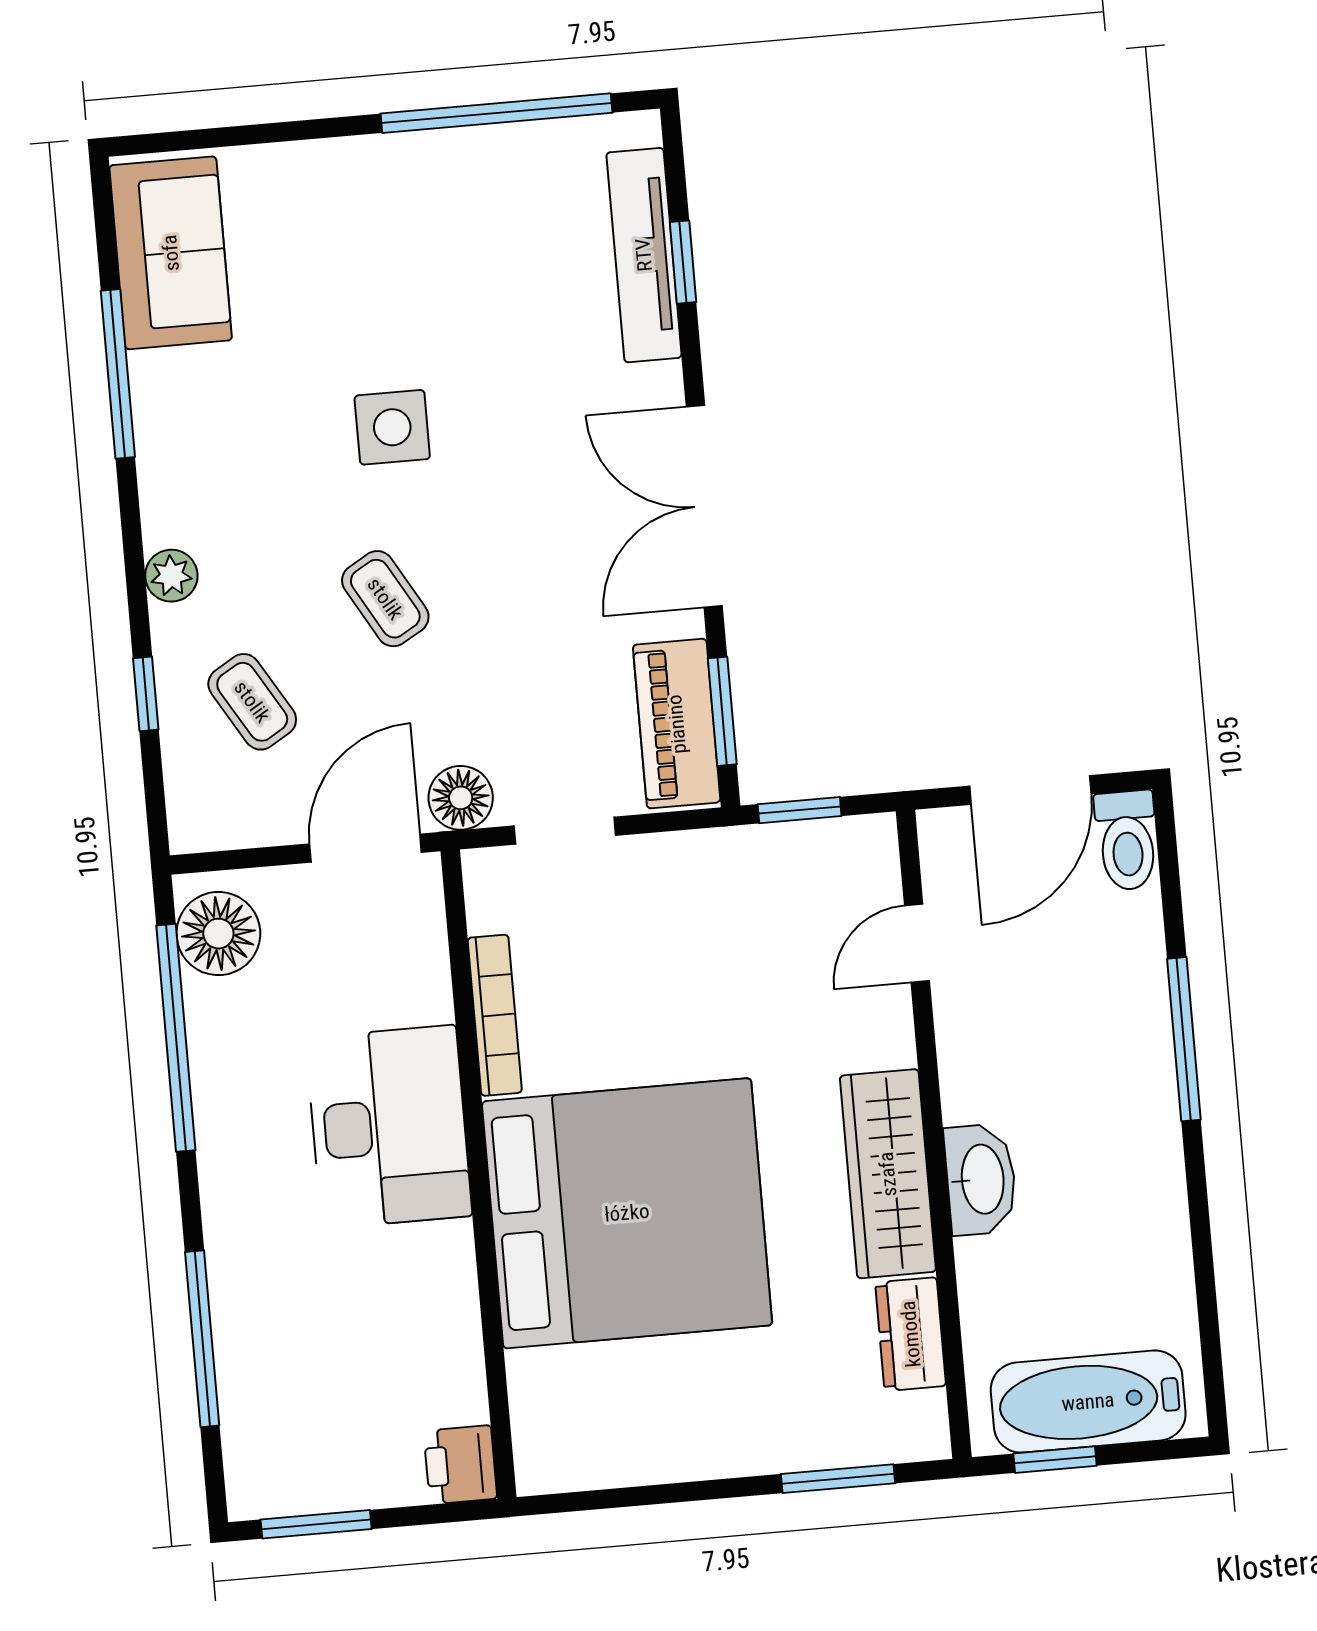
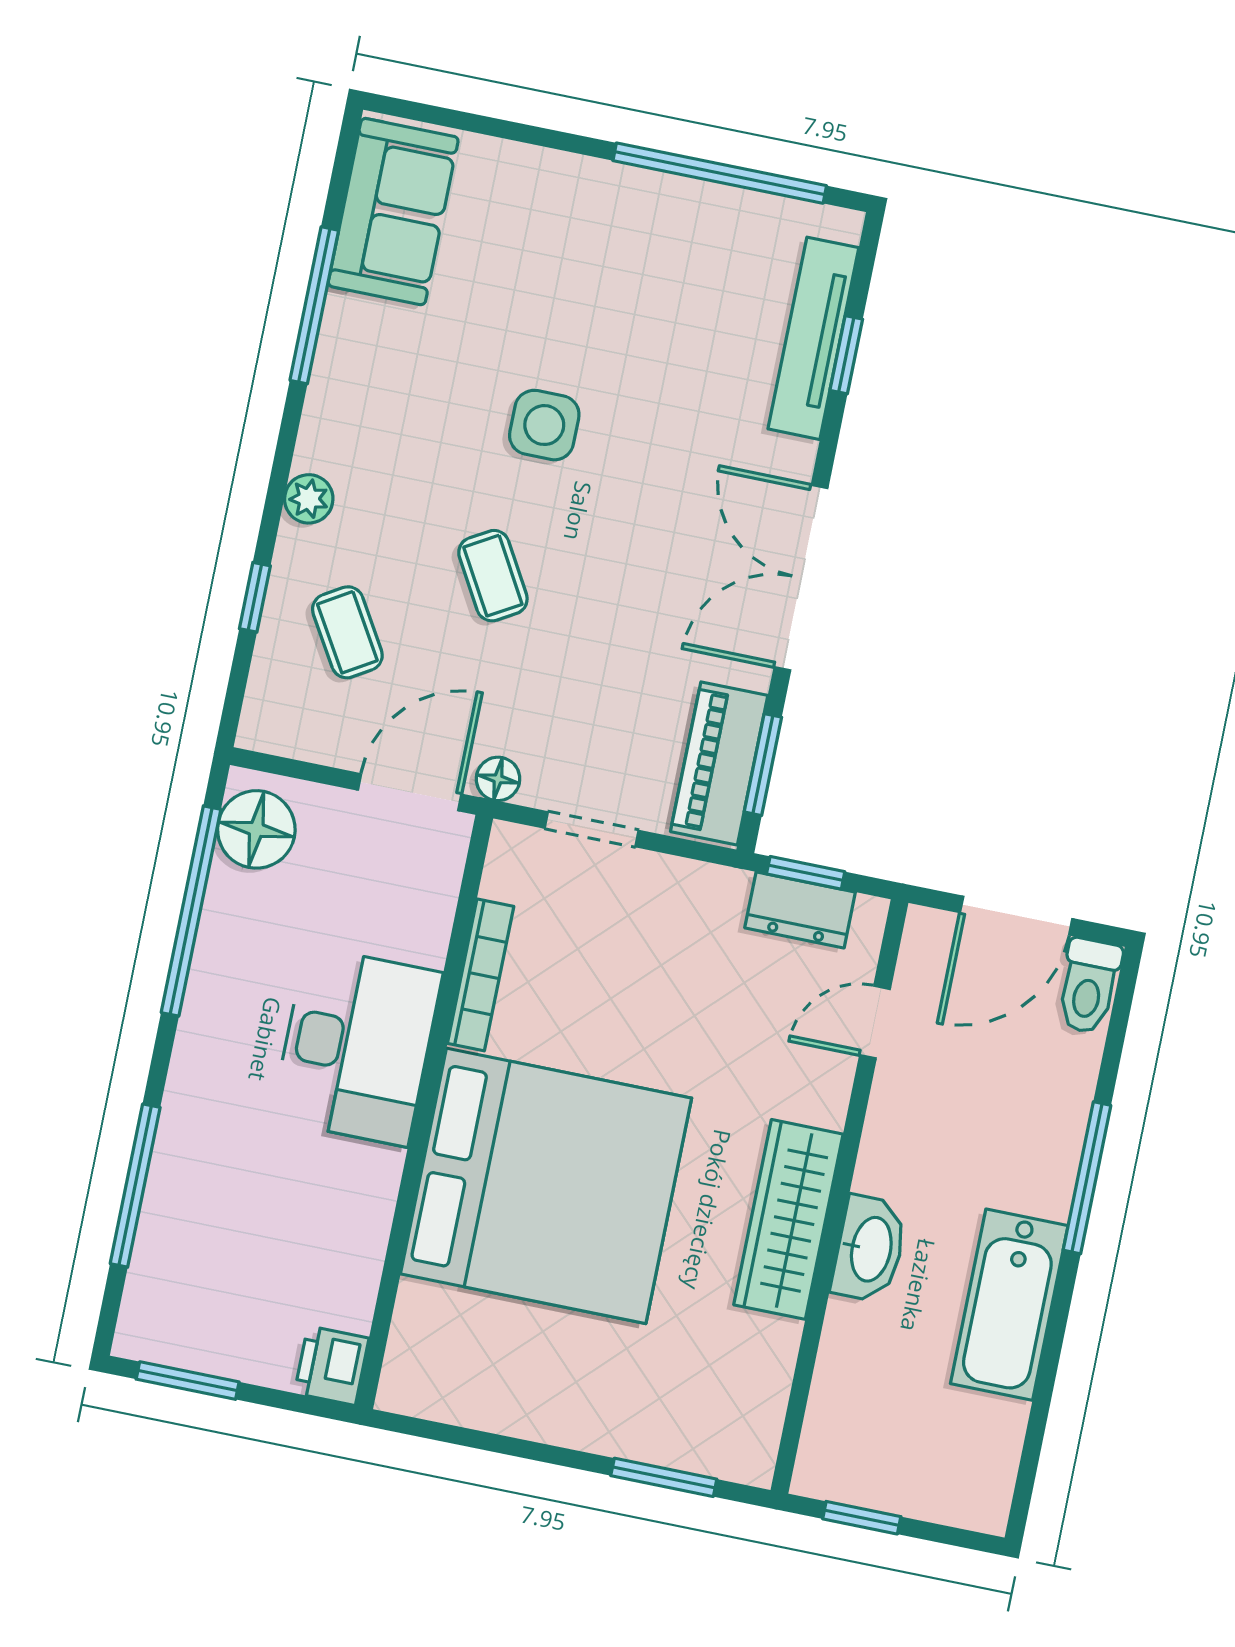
floor lamp: (461, 798) -> (498, 779), width x0.73, depth x0.73
dresser: (911, 1334) -> (800, 910), moved, turned -90
bathtub: (1088, 1402) -> (1009, 1305), moved, turned -90

